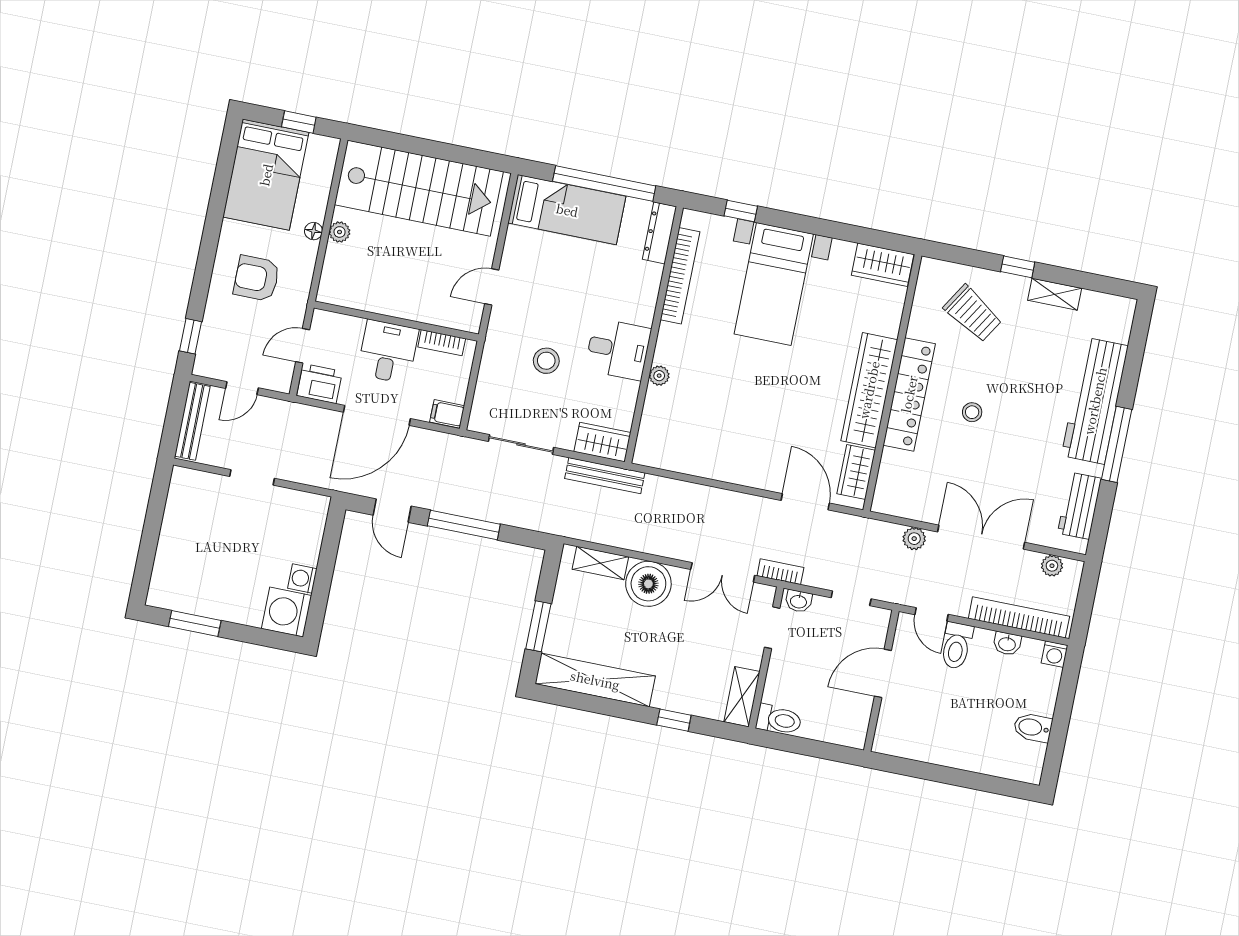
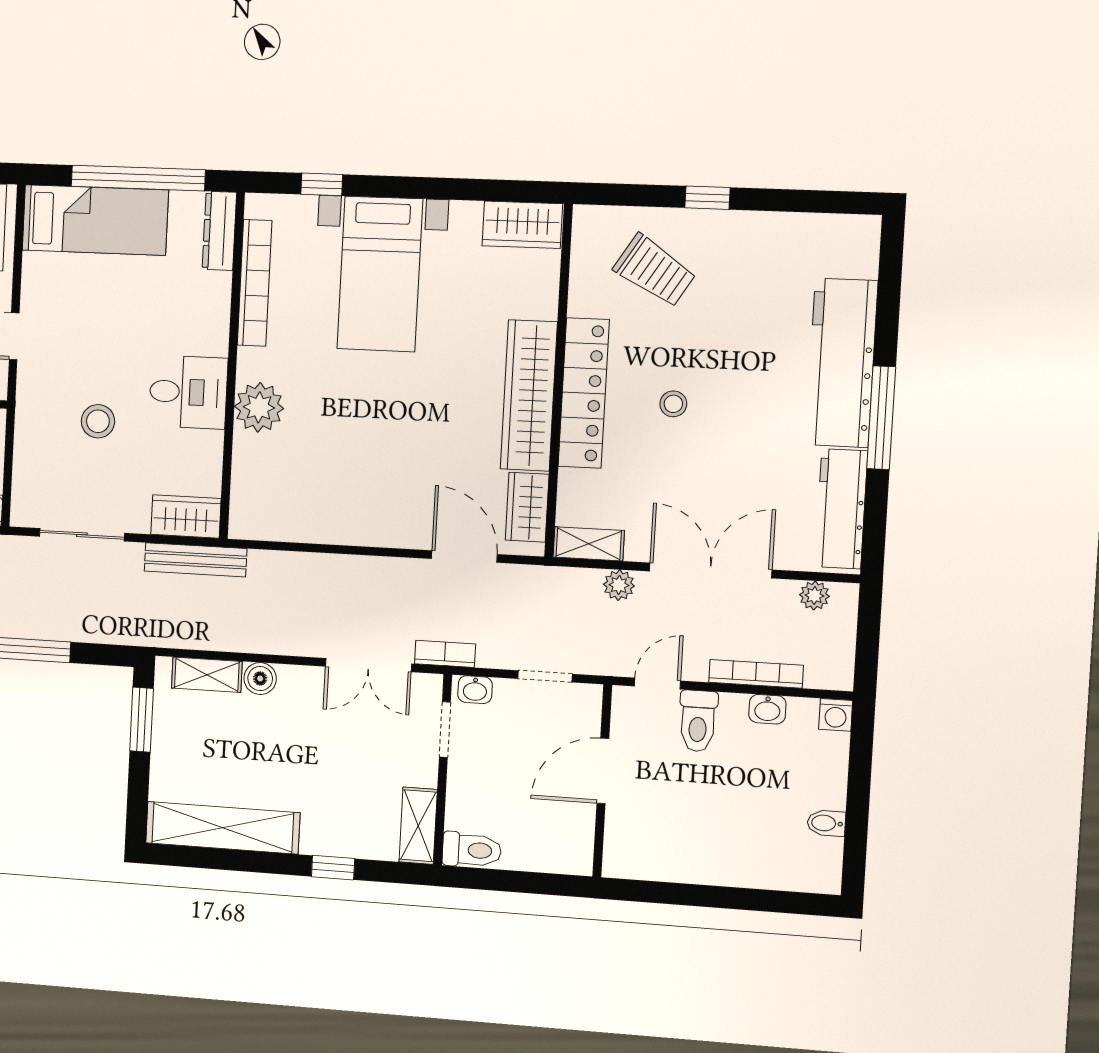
shelving: (1055, 294) -> (589, 544), moved
plant: (659, 376) -> (259, 407), width x1.88, depth x1.88
workbench: (1080, 506) -> (841, 509), width x1.38
boiler: (648, 584) -> (260, 679), width x0.54, depth x0.54
door: (931, 614) -> (657, 684), swing flipped
bookcase: (1019, 617) -> (756, 674), width x0.68, depth x0.76
window: (538, 626) -> (142, 720), moved
bidet: (1033, 728) -> (826, 823), width x0.72, depth x0.74

